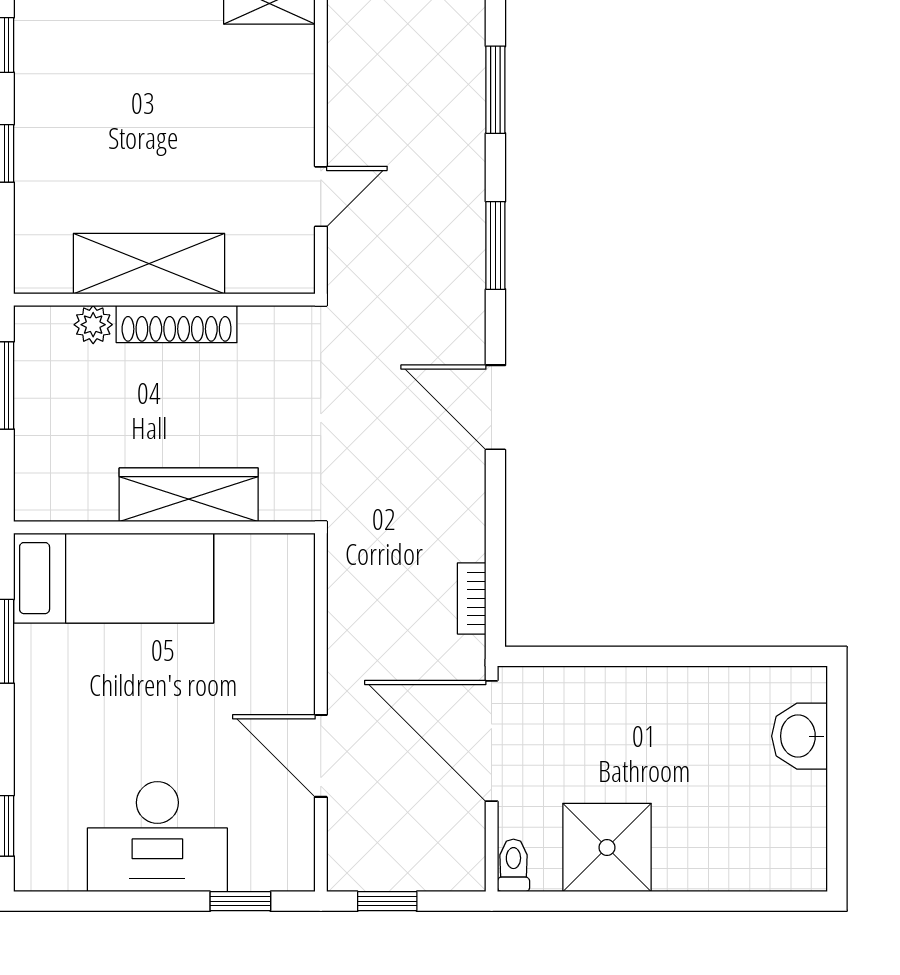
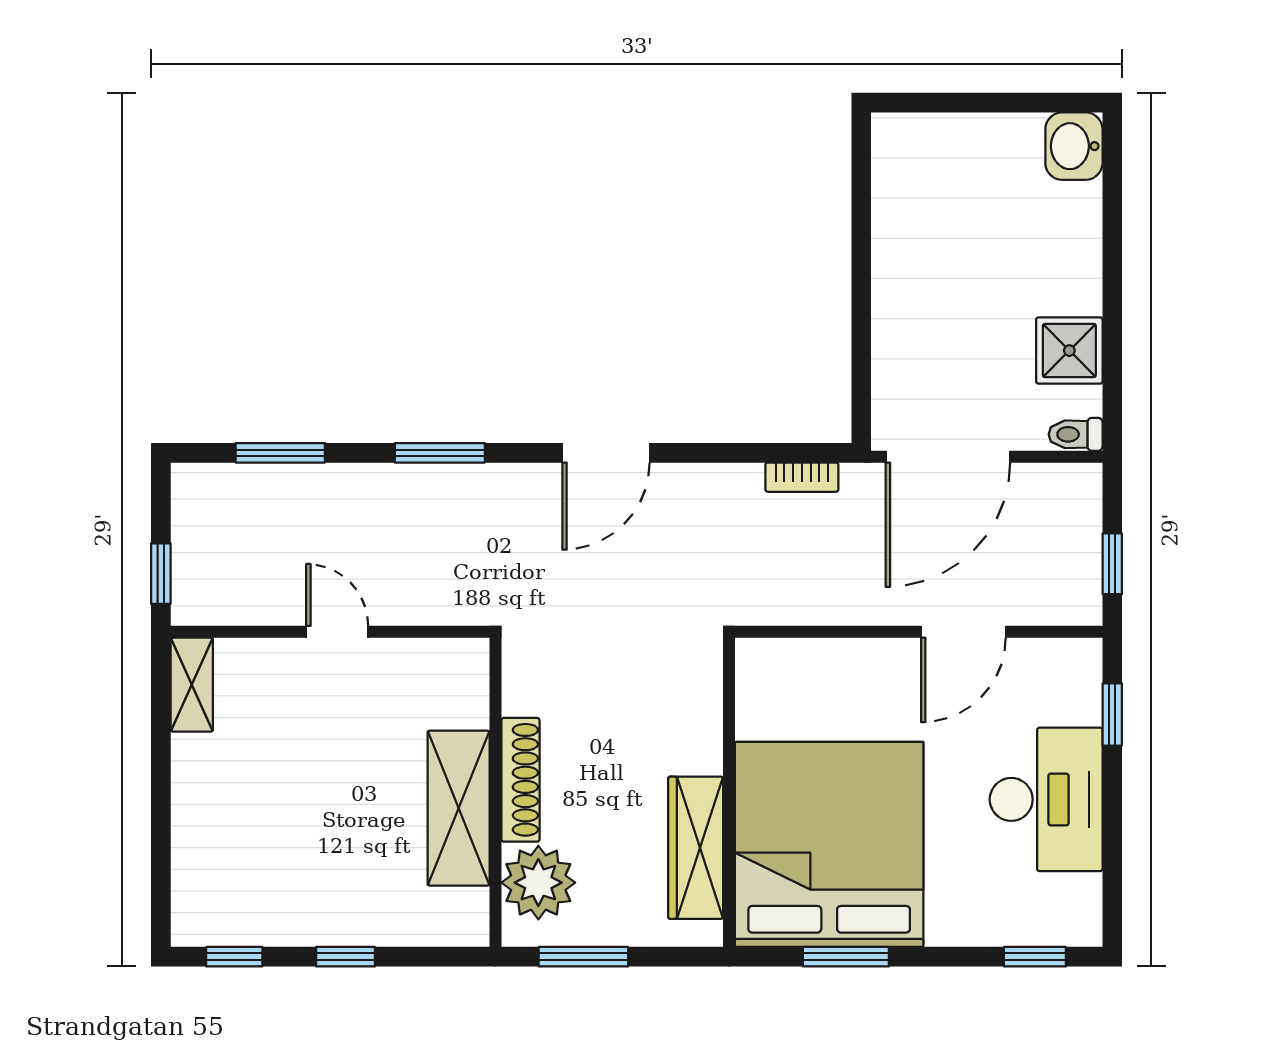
door: (321, 197) -> (337, 632), moved
plant: (93, 325) -> (538, 883), width x1.88, depth x1.88
wardrobe: (189, 495) -> (696, 848), moved
bed: (114, 578) -> (829, 844), width x2.04
washbasin: (800, 736) -> (1074, 146), moved, turned 90
shower: (607, 848) -> (1069, 351), width x0.73, depth x0.73

